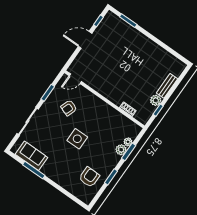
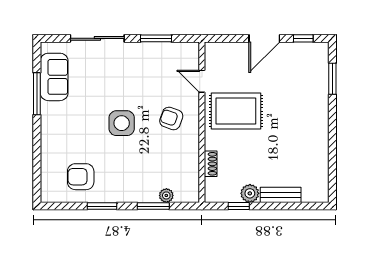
door: (85, 40) -> (264, 38), swing flipped
door: (75, 79) -> (202, 81), moved
rug: (111, 79) -> (236, 111), added
armchair: (69, 108) -> (171, 118), moved
plant: (121, 150) -> (149, 194), removed
armchair: (89, 177) -> (81, 177), turned 180

